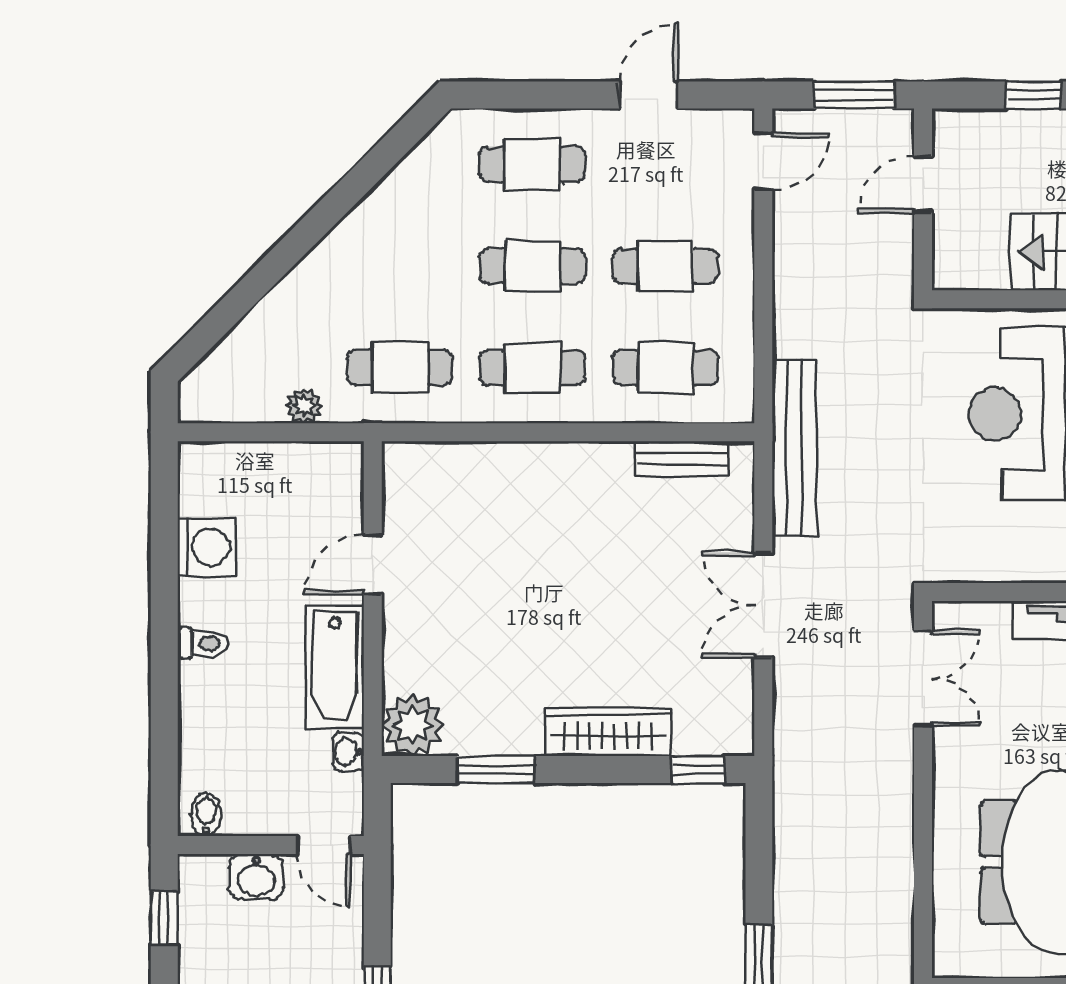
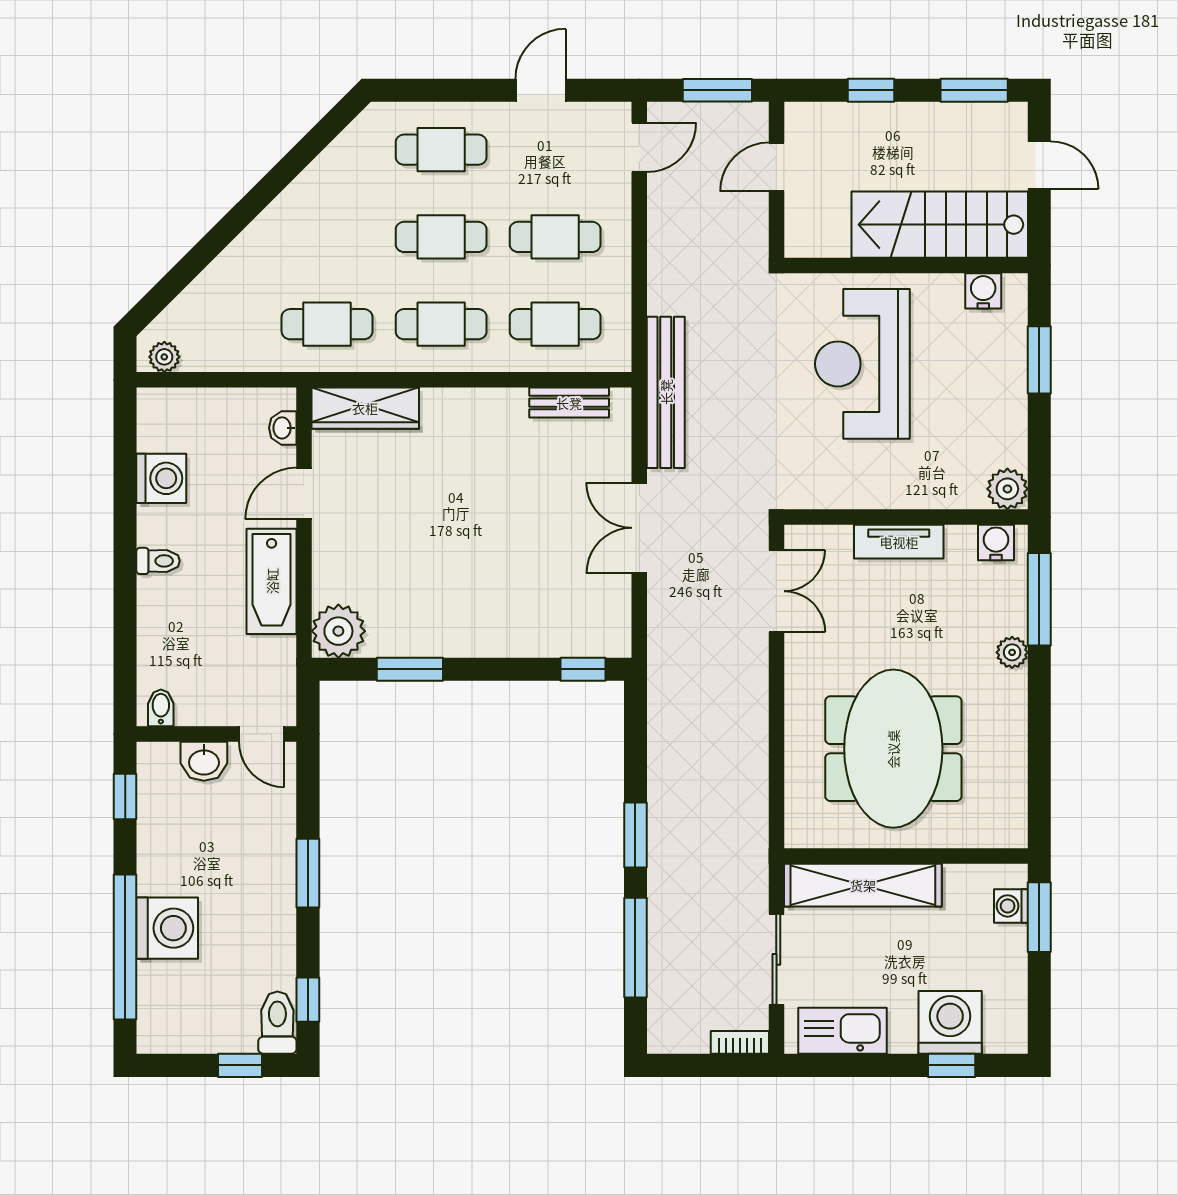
plant: (304, 406) -> (164, 357), moved
wardrobe: (608, 732) -> (365, 408), moved, turned 180
washbasin: (348, 752) -> (283, 428), moved

